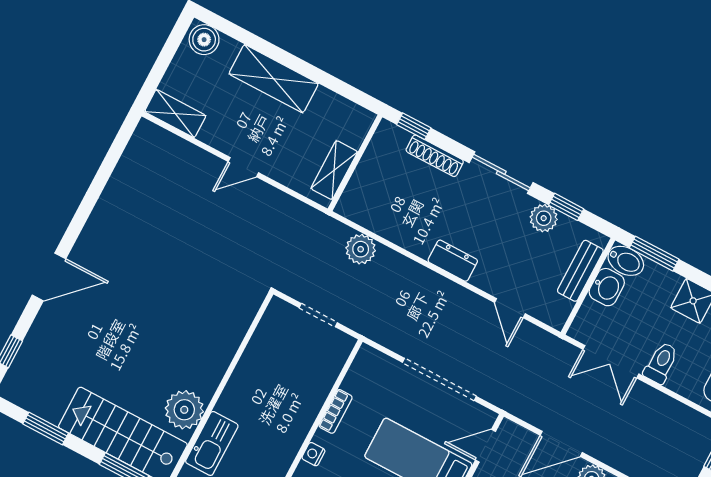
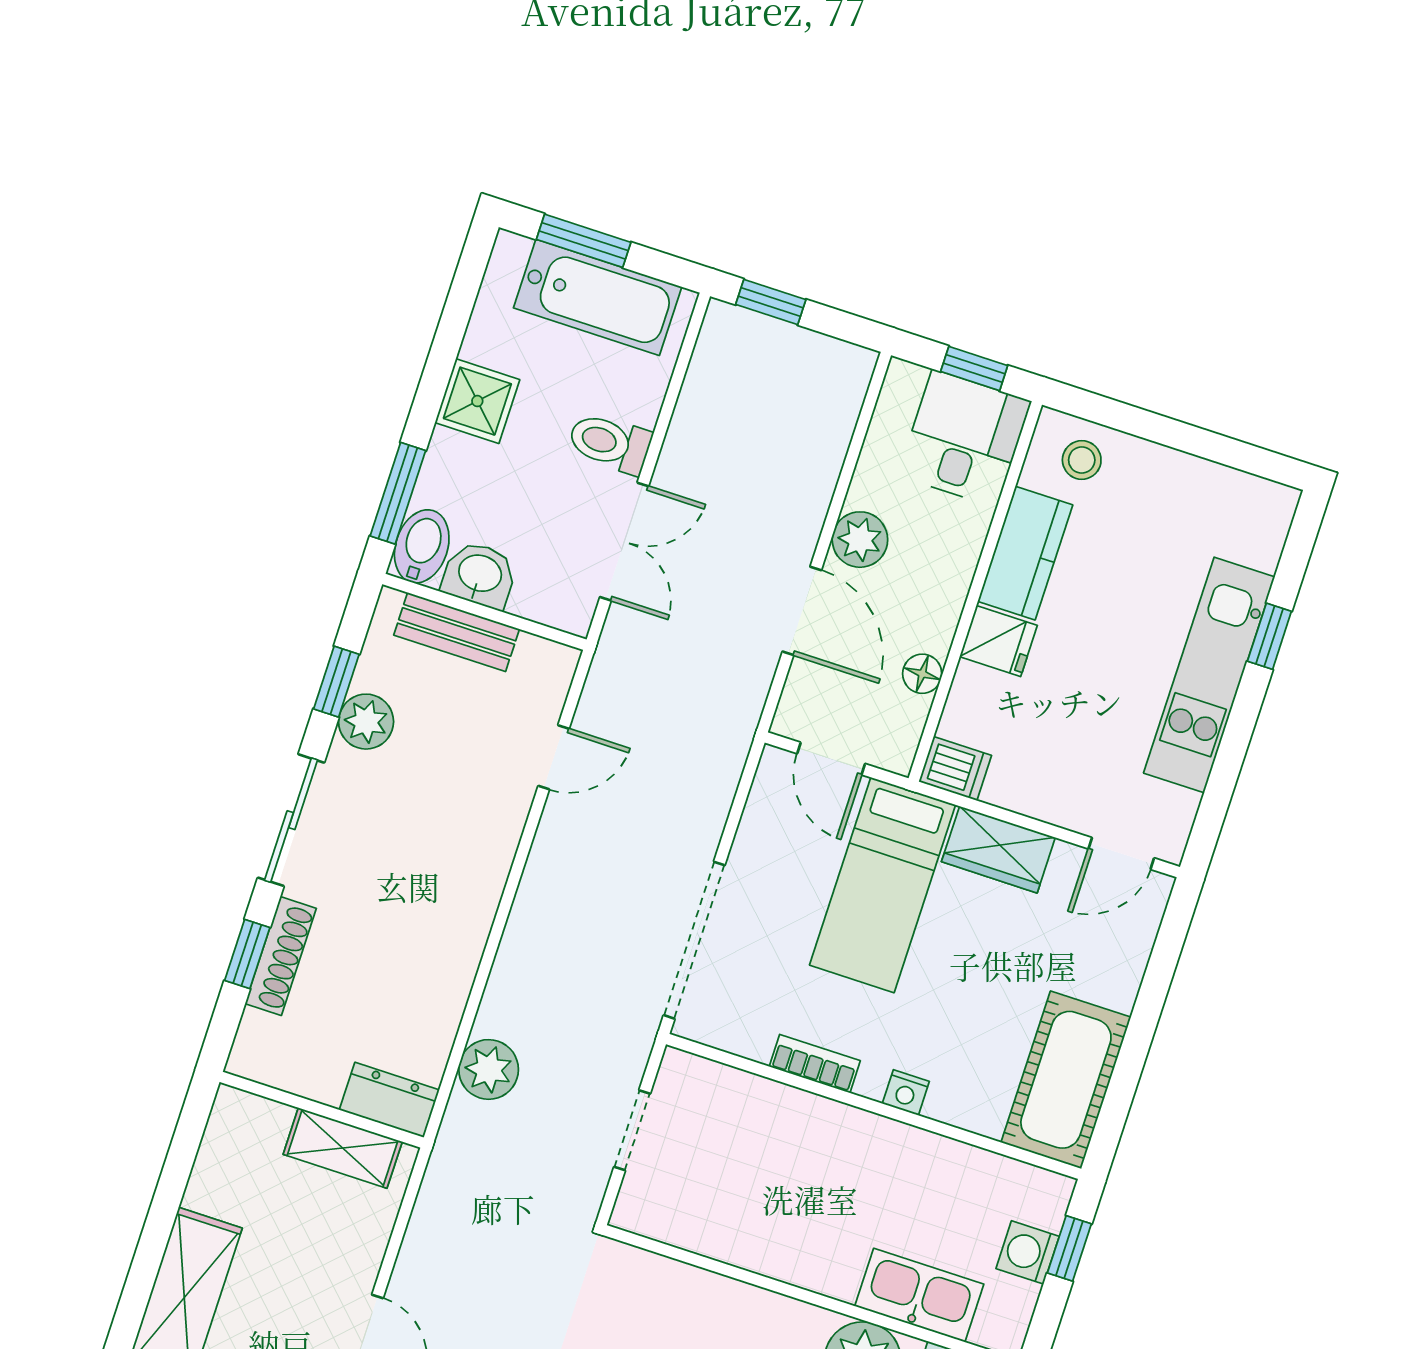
window: (414, 126) -> (247, 954), moved
dresser: (453, 261) -> (389, 1100), moved, turned 90
doorway: (439, 379) -> (694, 940), moved

